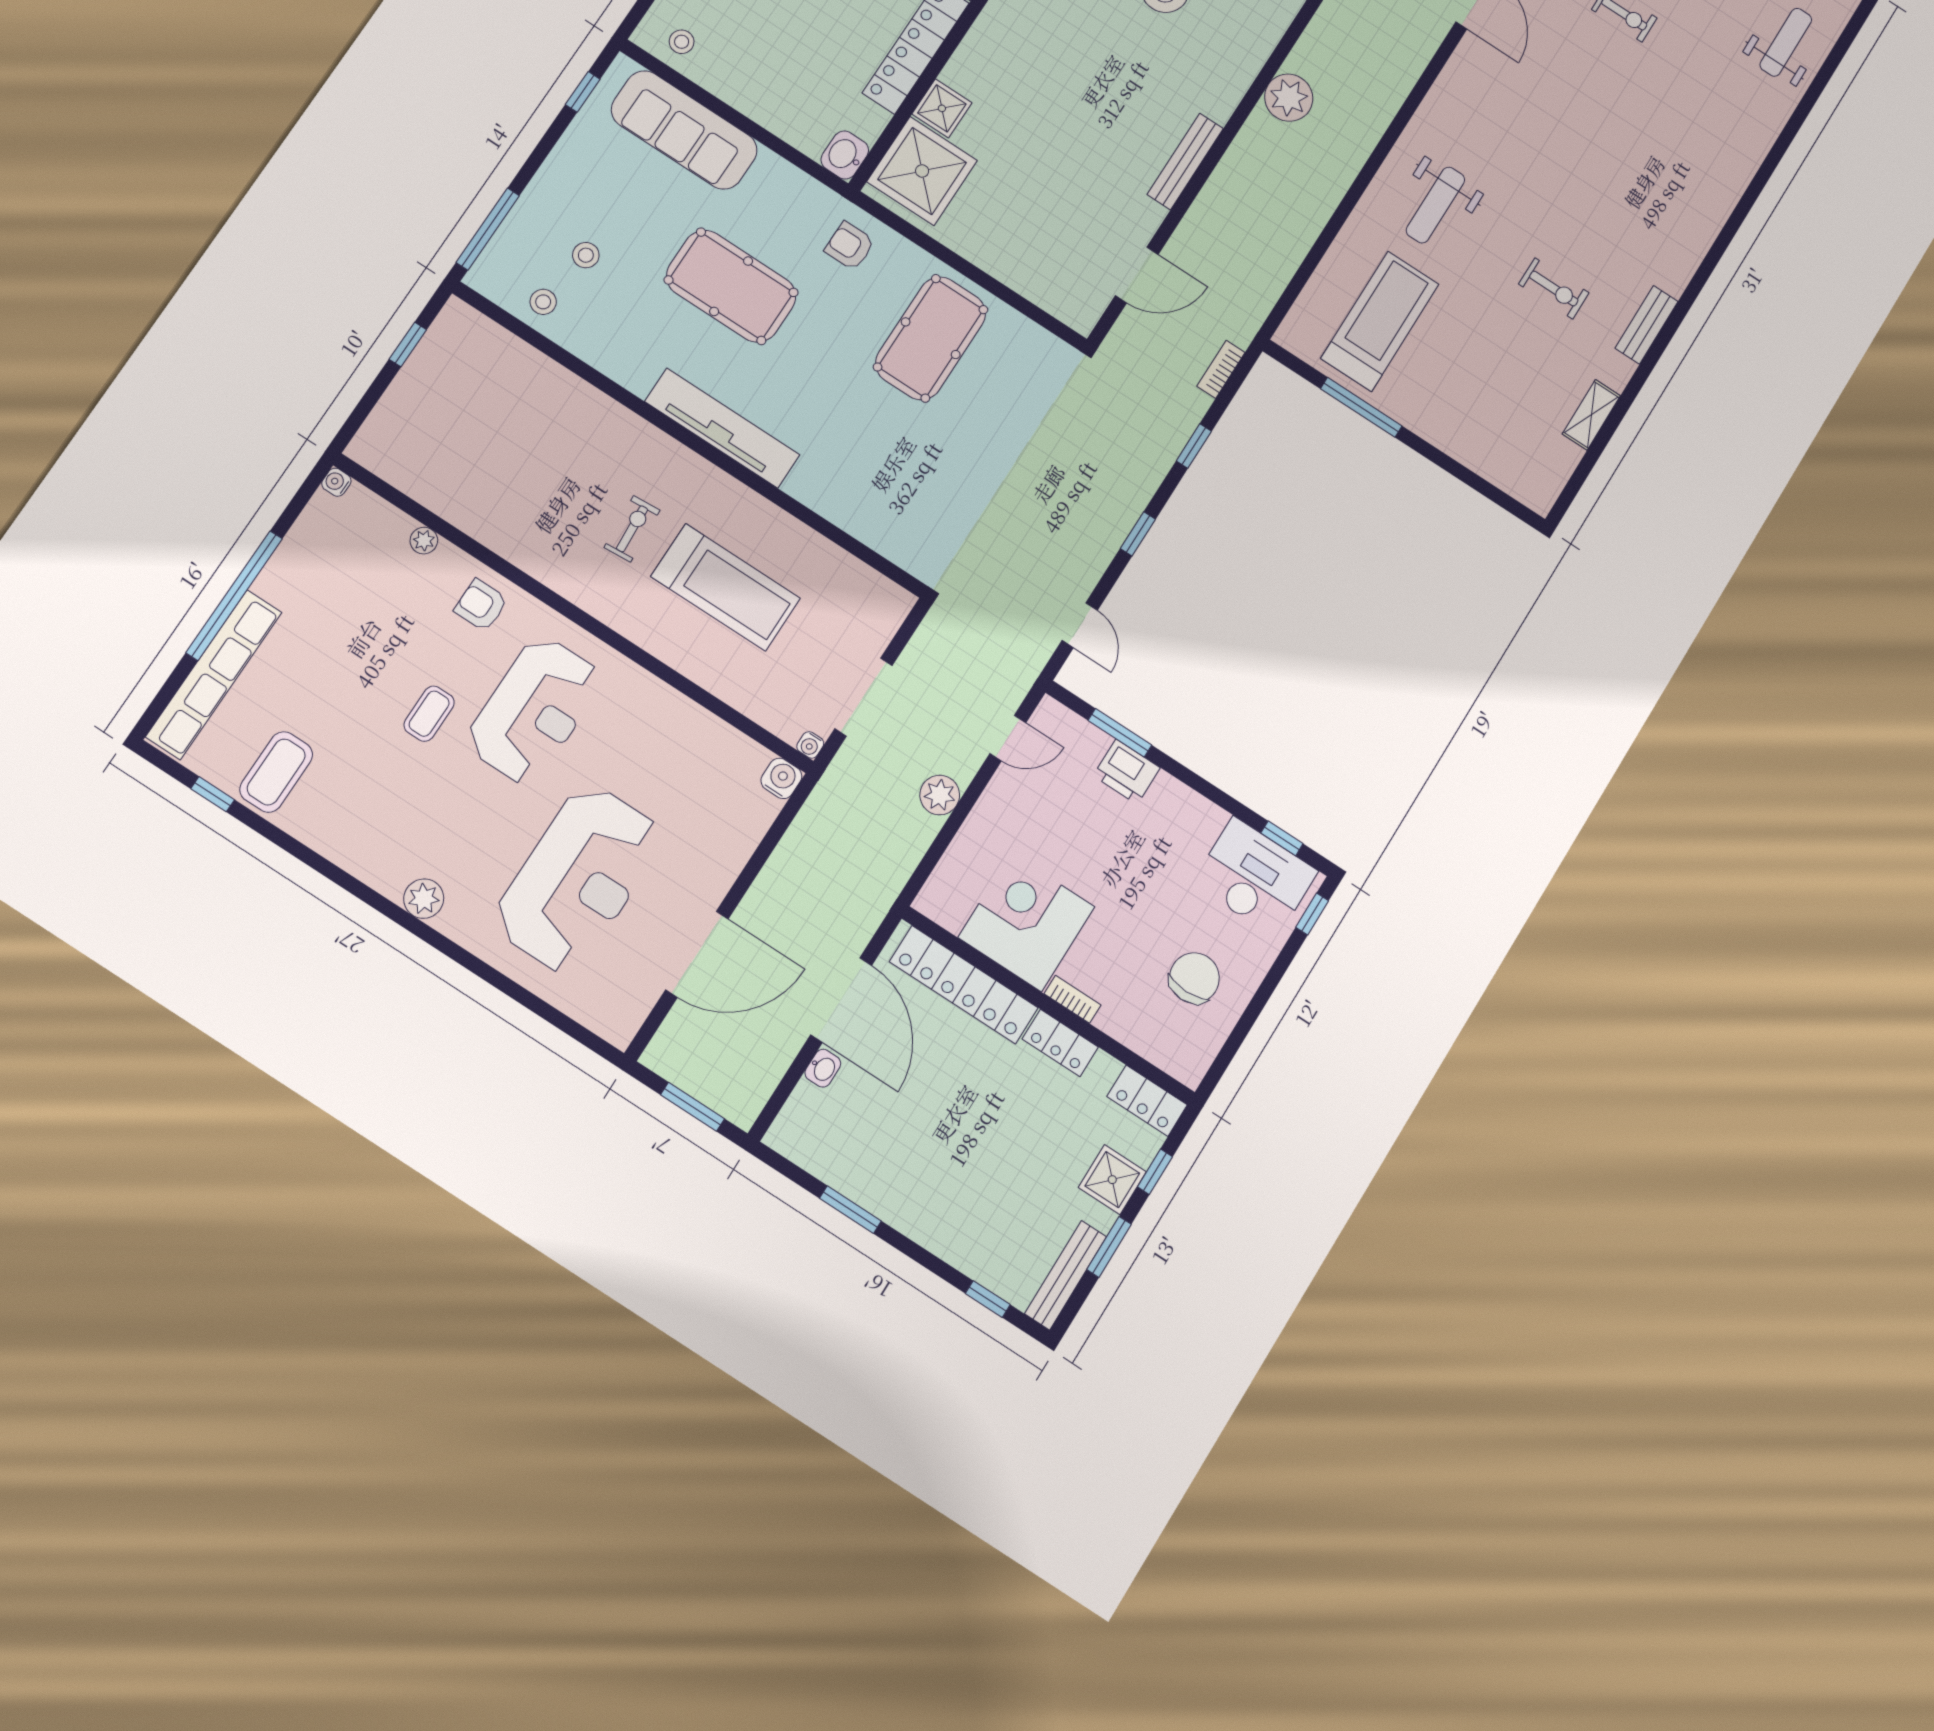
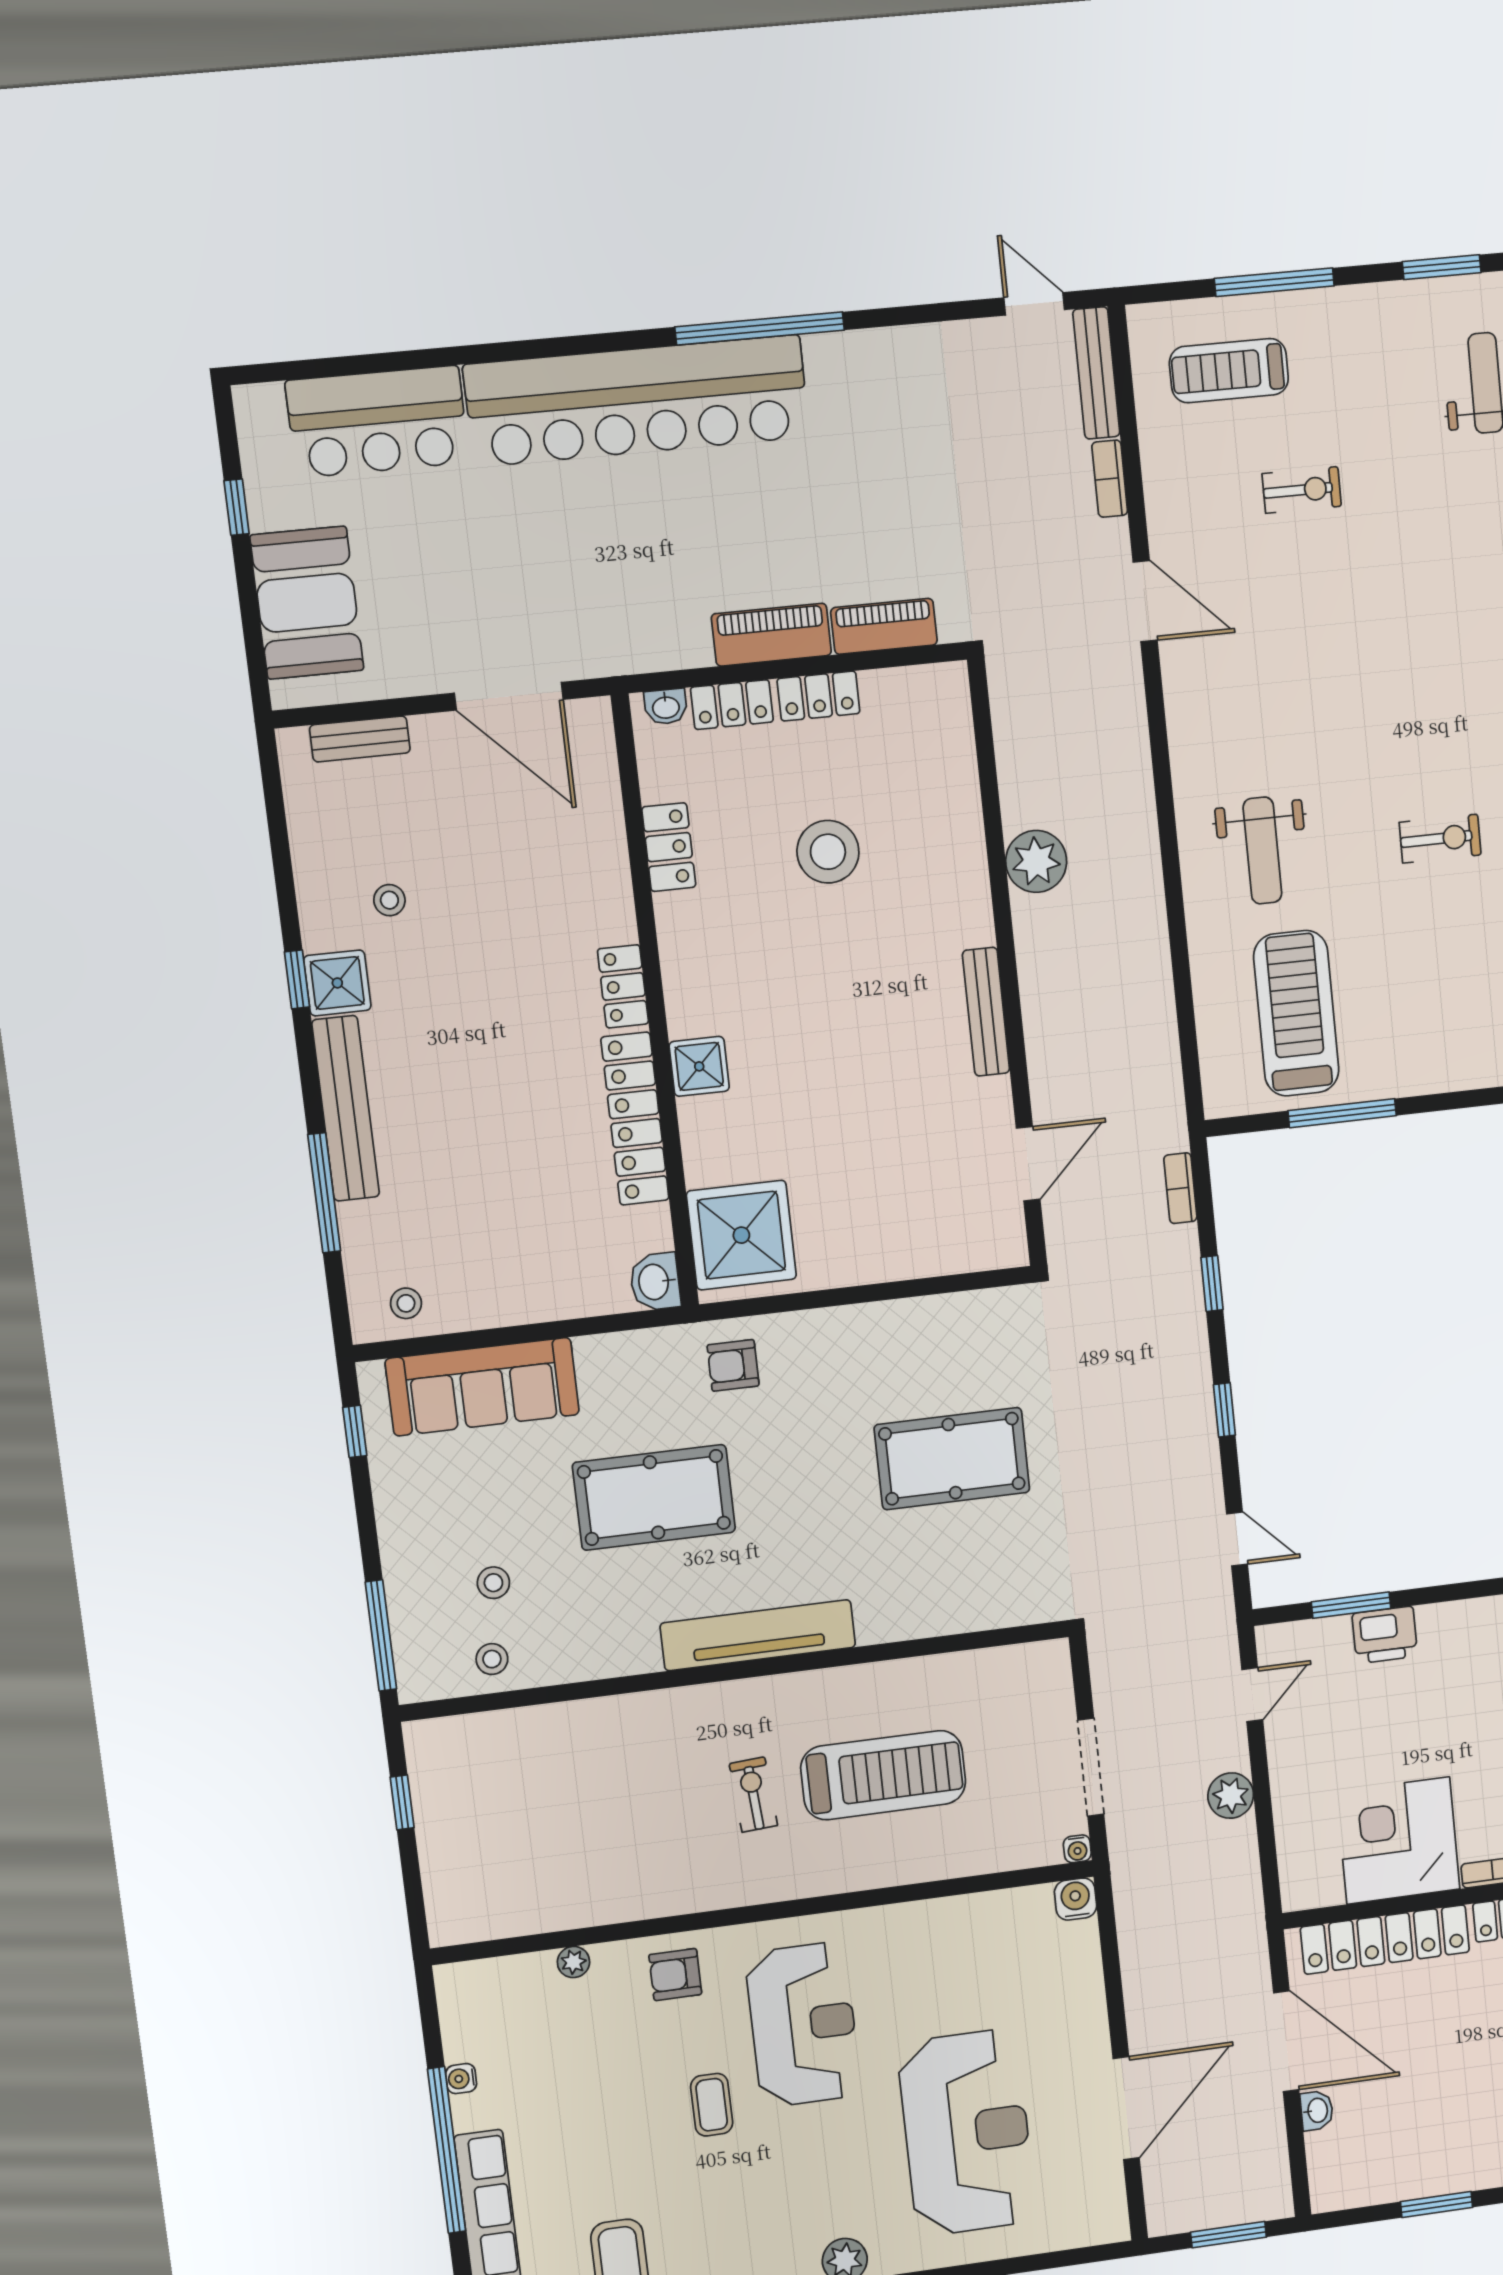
shower: (942, 108) -> (699, 1066), moved
pool table: (931, 338) -> (952, 1459), moved, turned 90
water cooler: (336, 482) -> (461, 2079), moved

